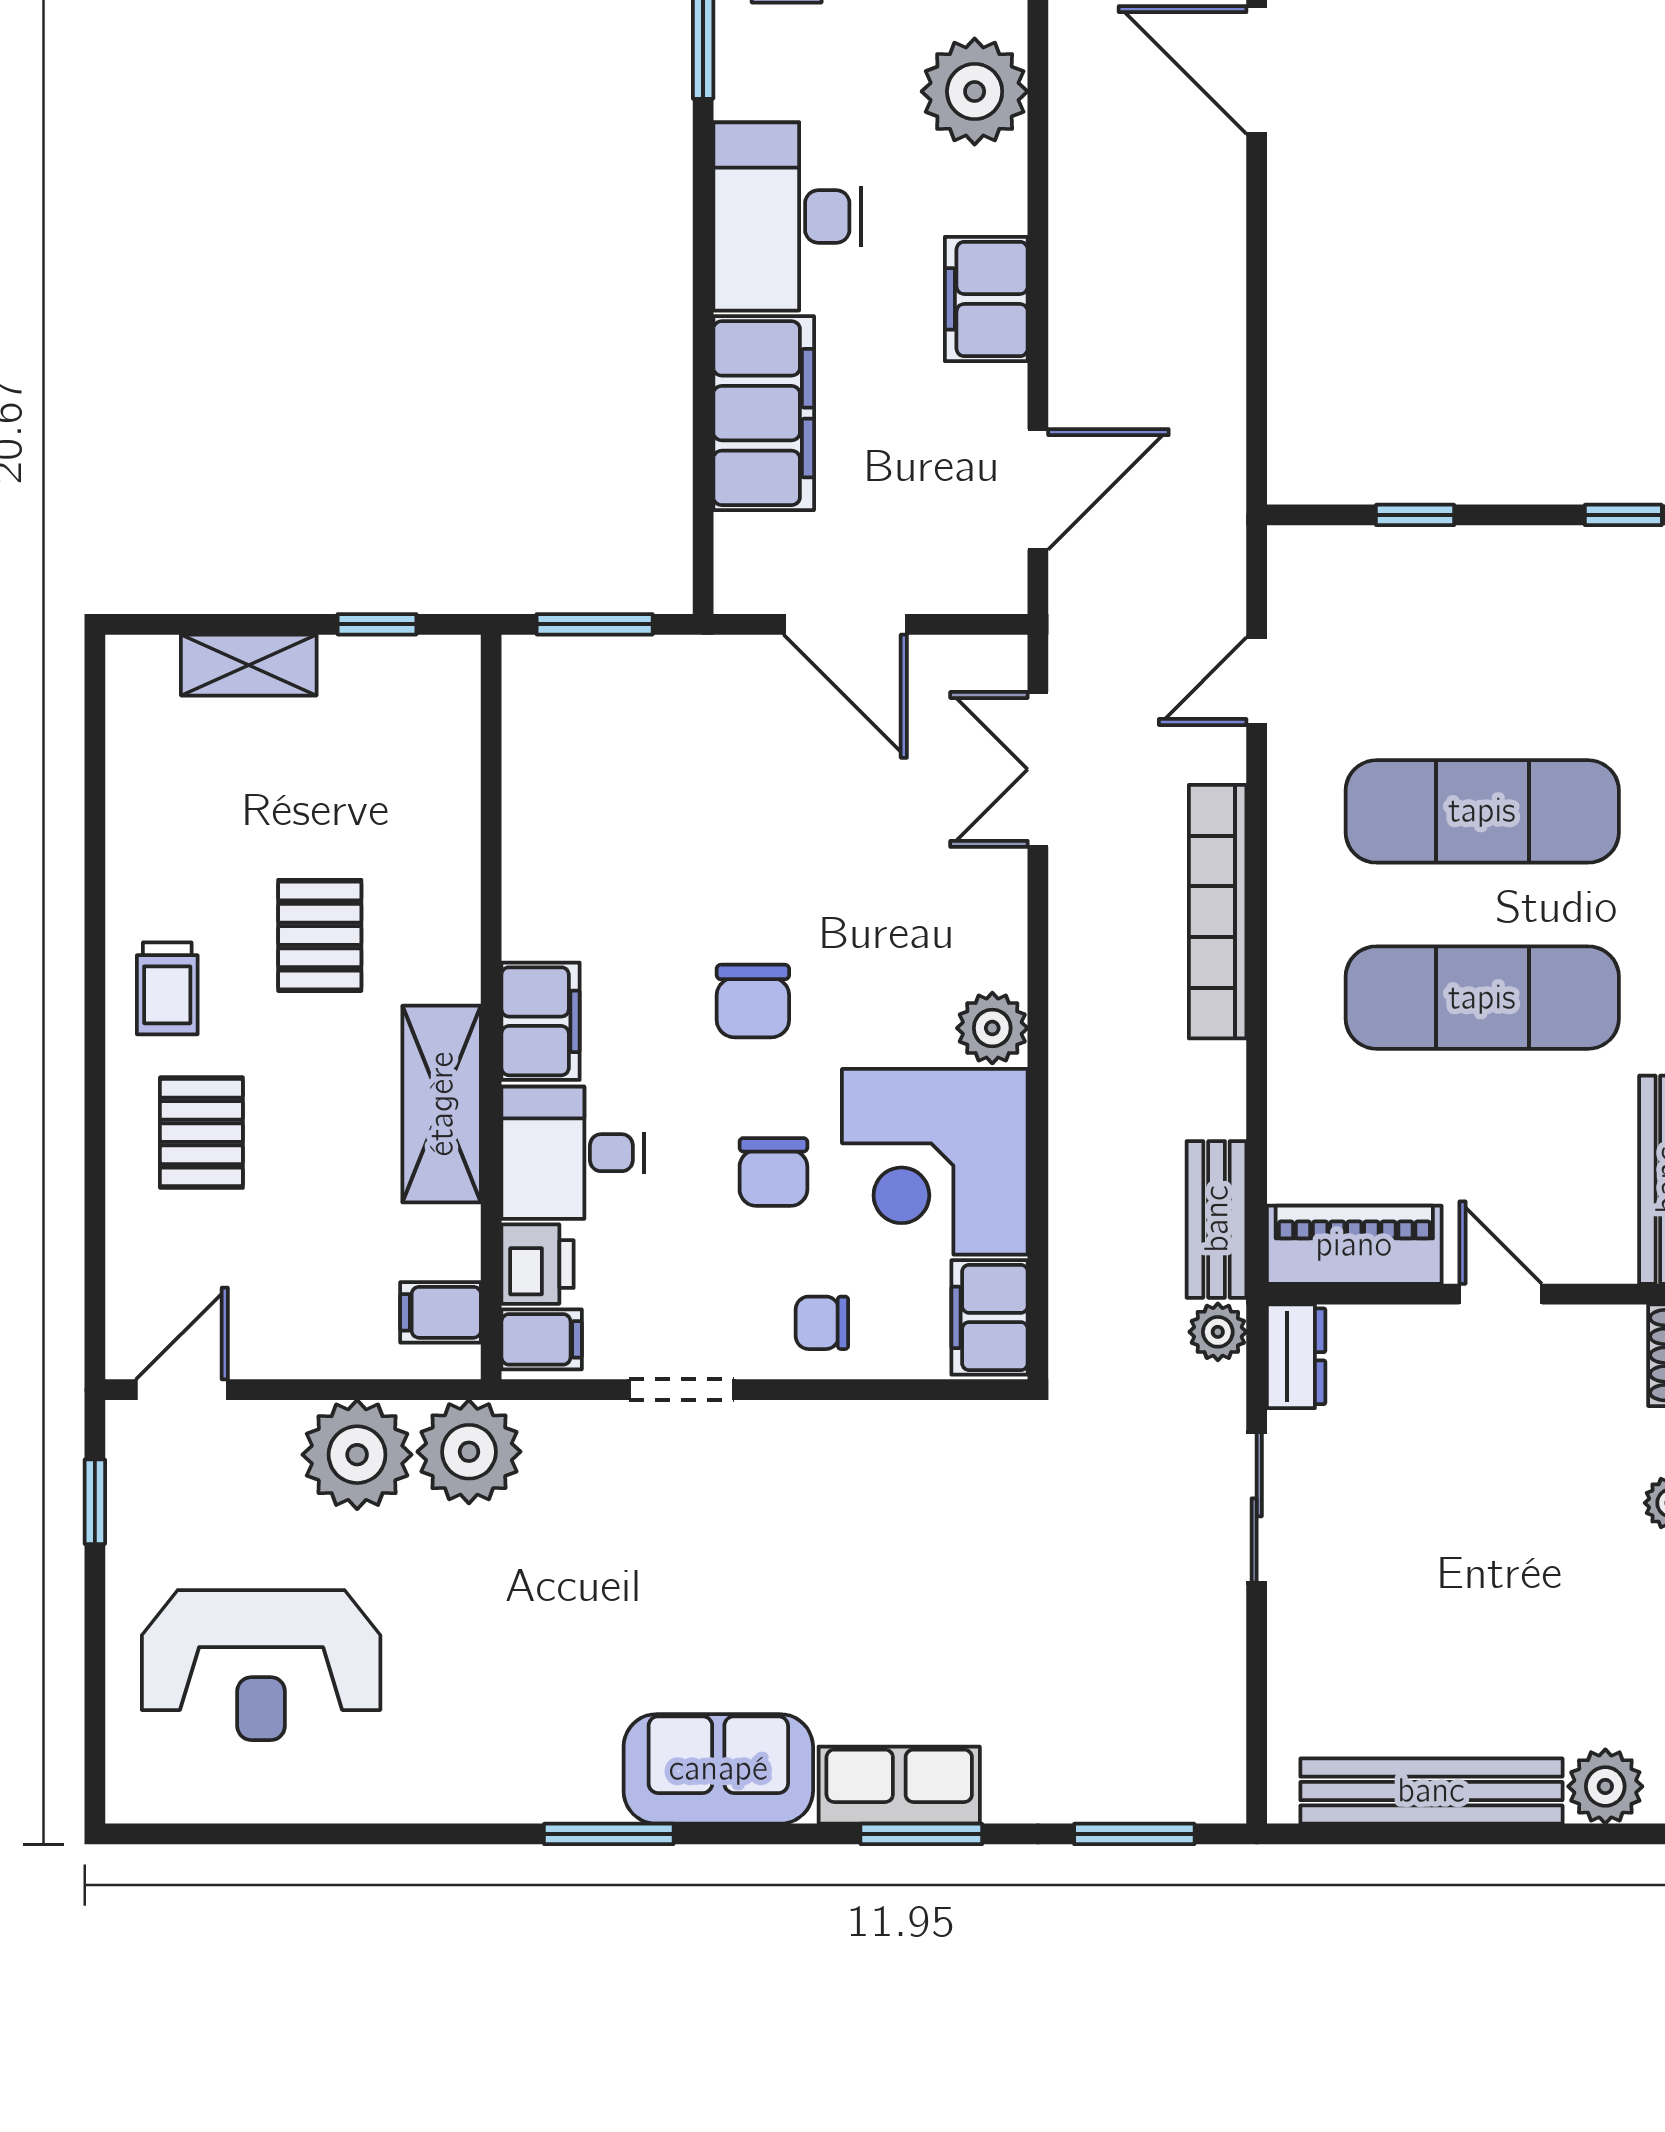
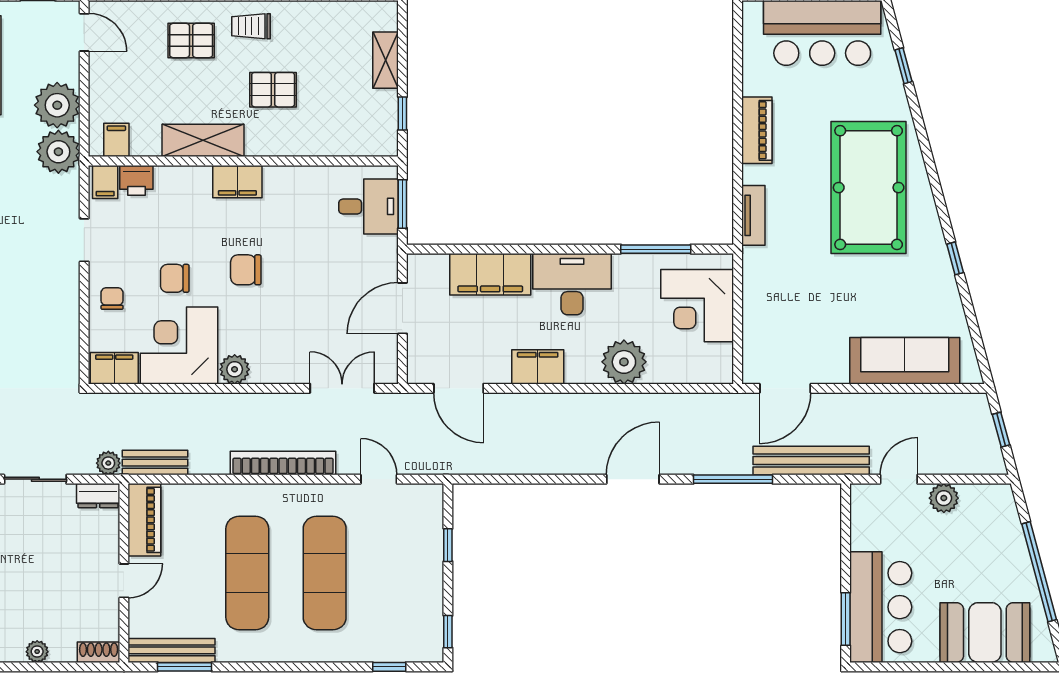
desk: (573, 1153) -> (369, 206), moved, turned 90

